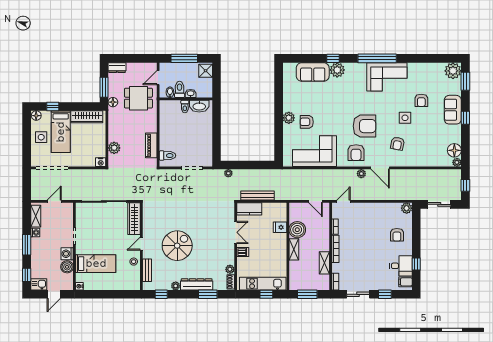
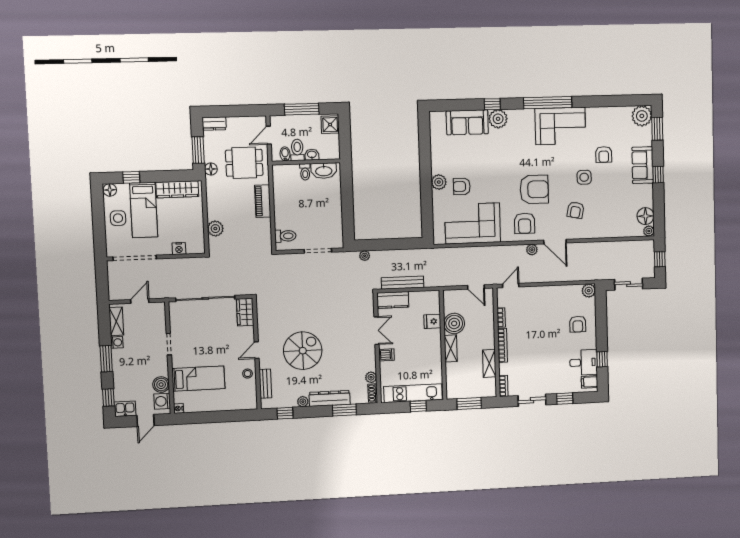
piano: (151, 145) -> (263, 201), moved
nightstand: (101, 162) -> (179, 249), moved
wardrobe: (134, 219) -> (245, 312), width x0.67
washing machine: (67, 254) -> (162, 401), moved

